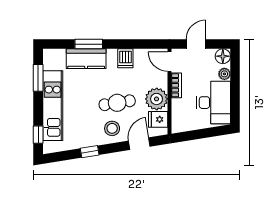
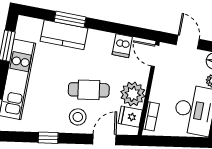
door: (196, 44) -> (188, 42), hinge flipped
dishwasher: (125, 58) -> (122, 46), moved
bookcase: (176, 85) -> (151, 116), moved

